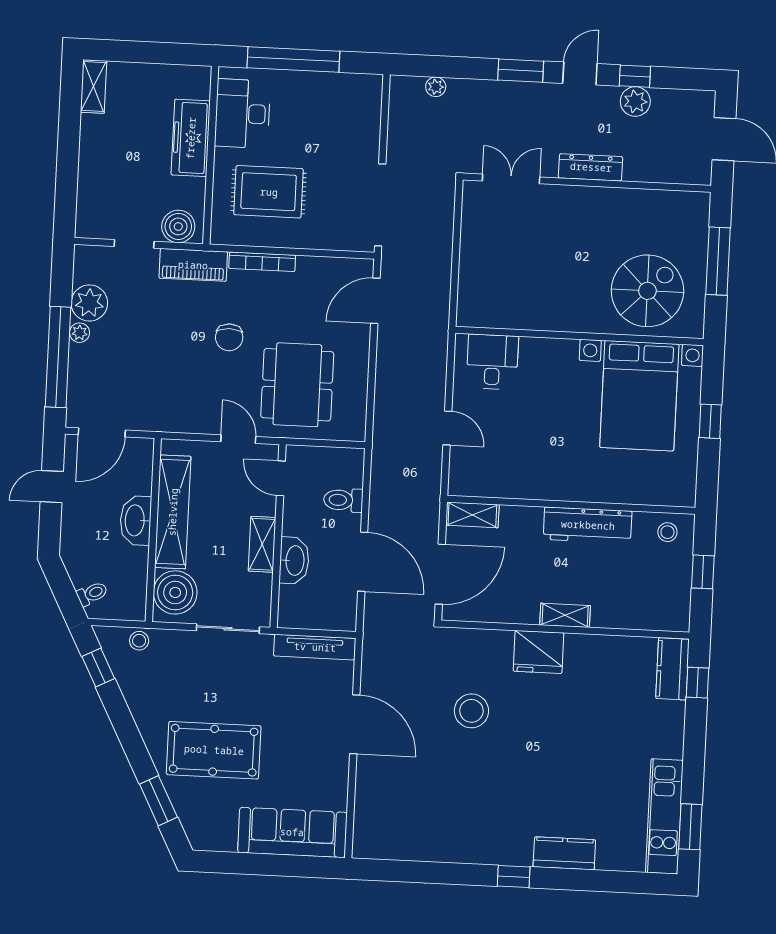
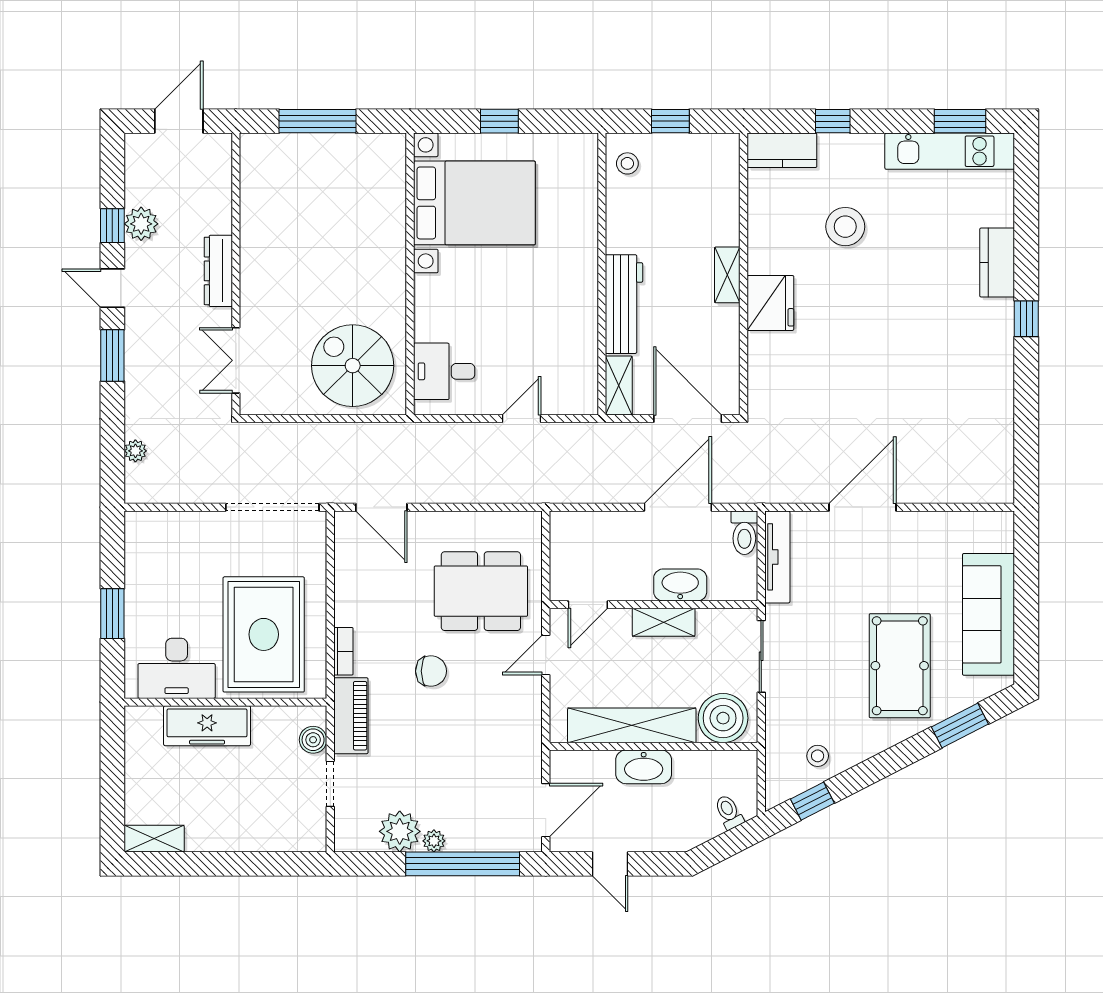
window: (293, 59) -> (112, 614), width x0.47
rug: (269, 192) -> (264, 634), width x1.37, depth x1.44
boiler: (178, 226) -> (313, 740), width x0.73, depth x0.73
bookcase: (262, 262) -> (343, 651), width x0.64
spiral stairs: (647, 291) -> (353, 366), moved
door: (102, 432) -> (546, 810), hinge flipped
toilet: (343, 500) -> (744, 533), moved
workbench: (588, 525) -> (624, 304), moved
stool: (139, 641) -> (818, 756), moved
window: (697, 683) -> (833, 121), moved
stool: (471, 711) -> (845, 227), moved
sofa: (292, 832) -> (989, 614), moved

